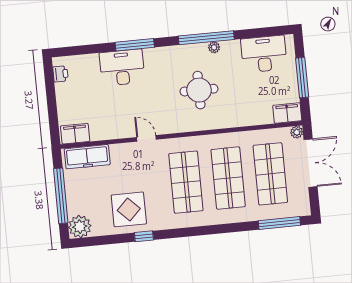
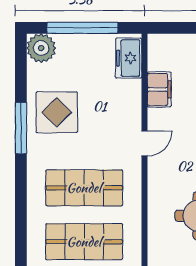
filing cabinet: (75, 134) -> (159, 89), moved
freezer: (87, 157) -> (129, 58), width x0.71
window: (144, 236) -> (21, 128), width x2.17

